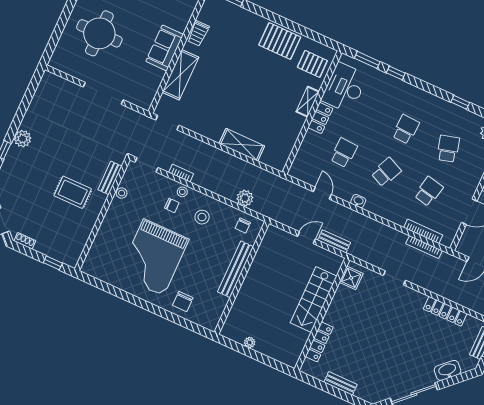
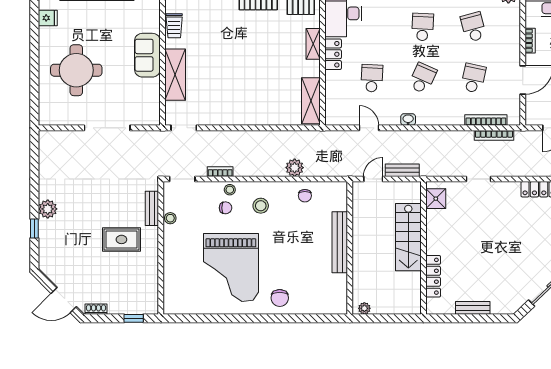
shelving: (242, 145) -> (311, 101), moved, turned 90
bench: (235, 269) -> (340, 242), moved
wall: (242, 278) -> (350, 248), moved

